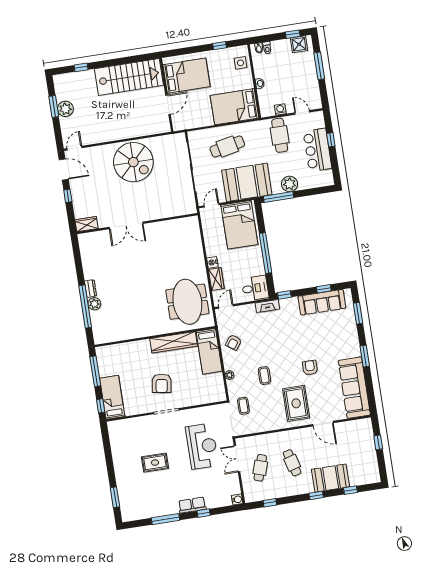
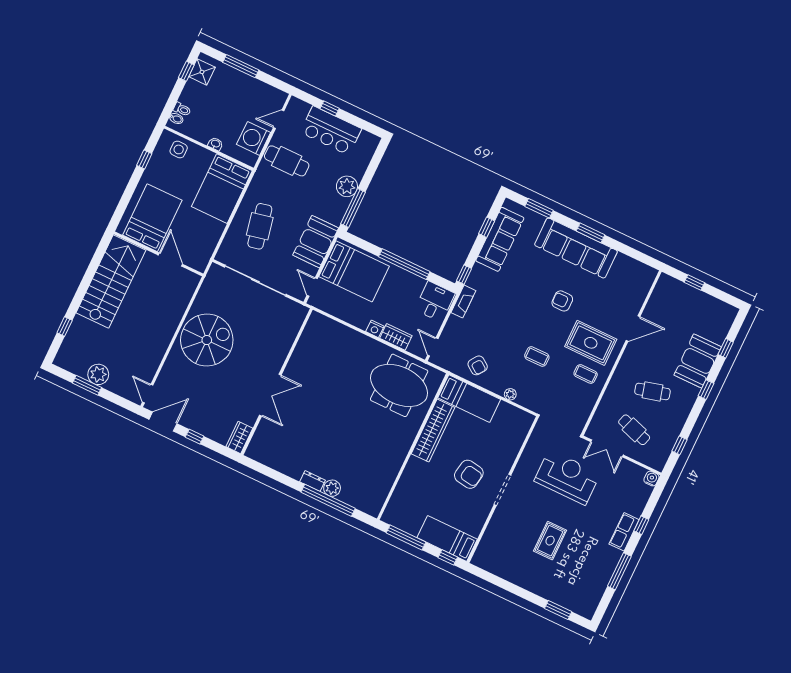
washing machine: (280, 110) -> (254, 138), width x1.89, depth x1.89
booth: (247, 182) -> (316, 242), width x0.73, depth x0.70
sofa: (354, 388) -> (576, 248), moved
coffee table: (243, 406) -> (586, 374), moved

